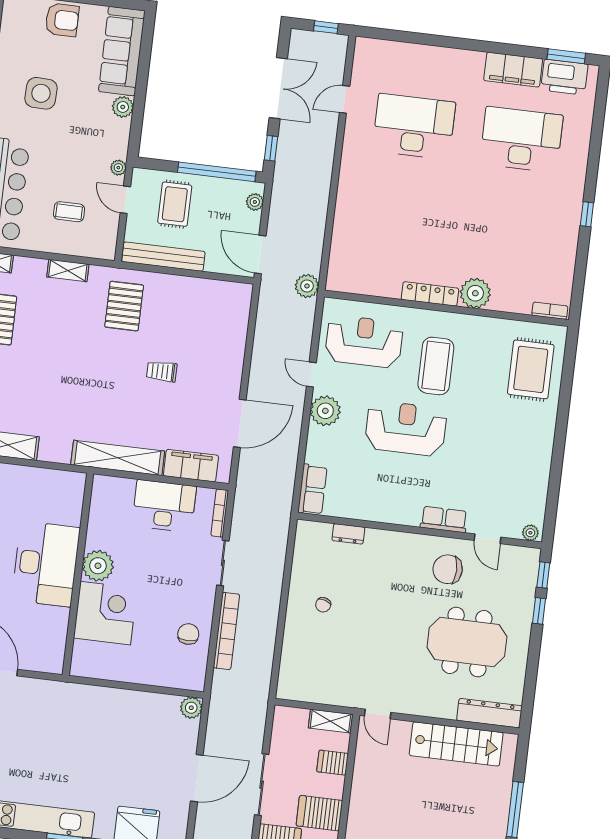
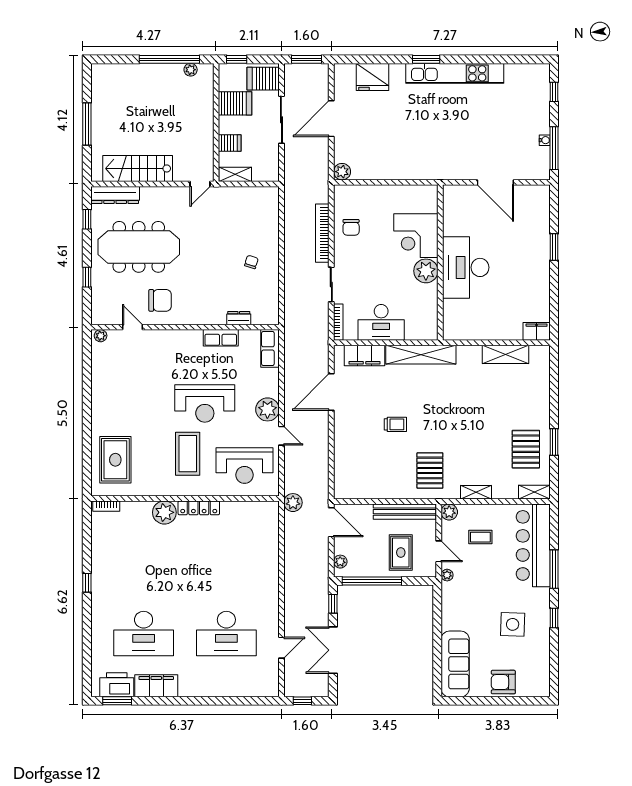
plant: (123, 107) -> (449, 512), moved
row of seats: (444, 519) -> (221, 338), moved
window: (543, 575) -> (87, 219), moved
meeting table: (467, 642) -> (139, 247), width x1.36
door: (378, 714) -> (200, 184), swing flipped

